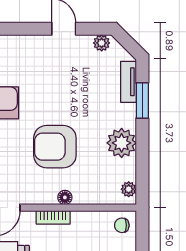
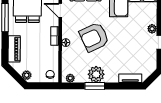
plant: (102, 43) -> (152, 29), moved
window: (142, 101) -> (95, 86), moved
armchair: (55, 147) -> (94, 37), turned -115

